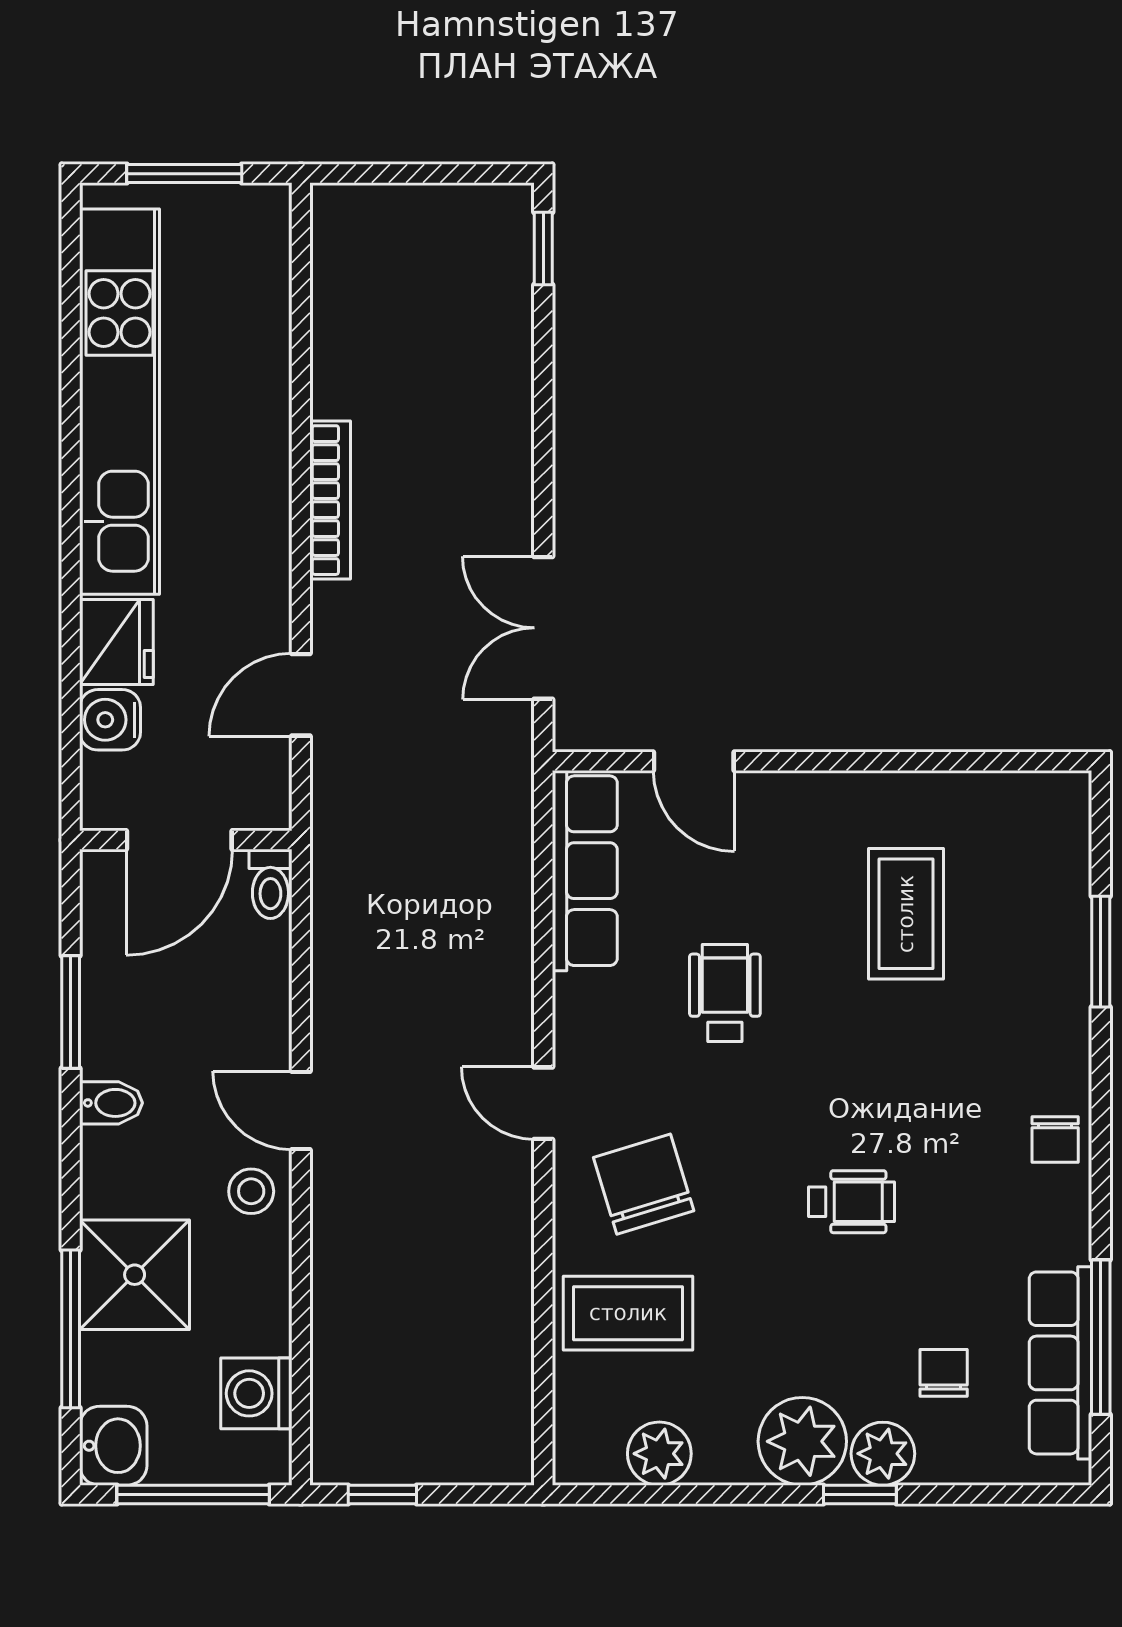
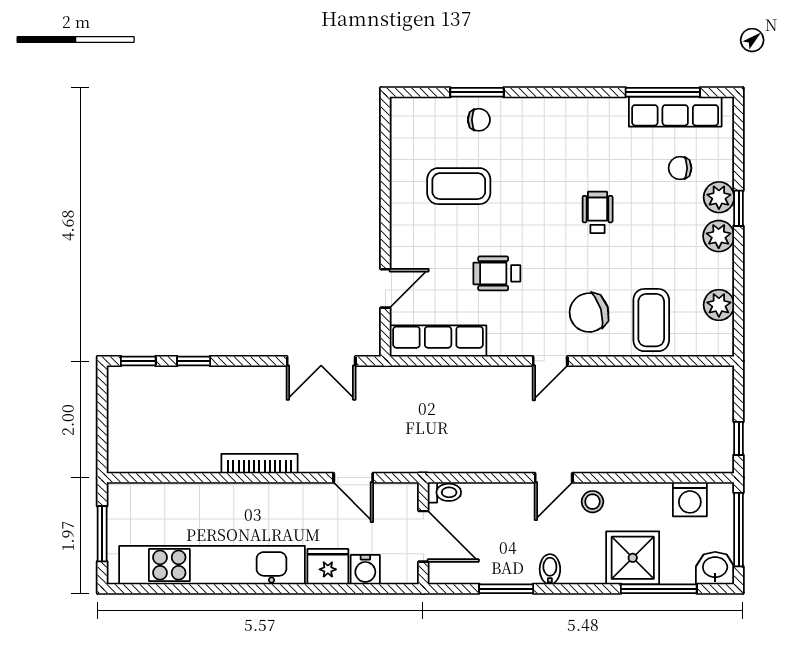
window: (543, 363) -> (194, 361), added
chair: (1055, 1140) -> (479, 120), moved
plant: (802, 1441) -> (719, 236), width x0.73, depth x0.73

